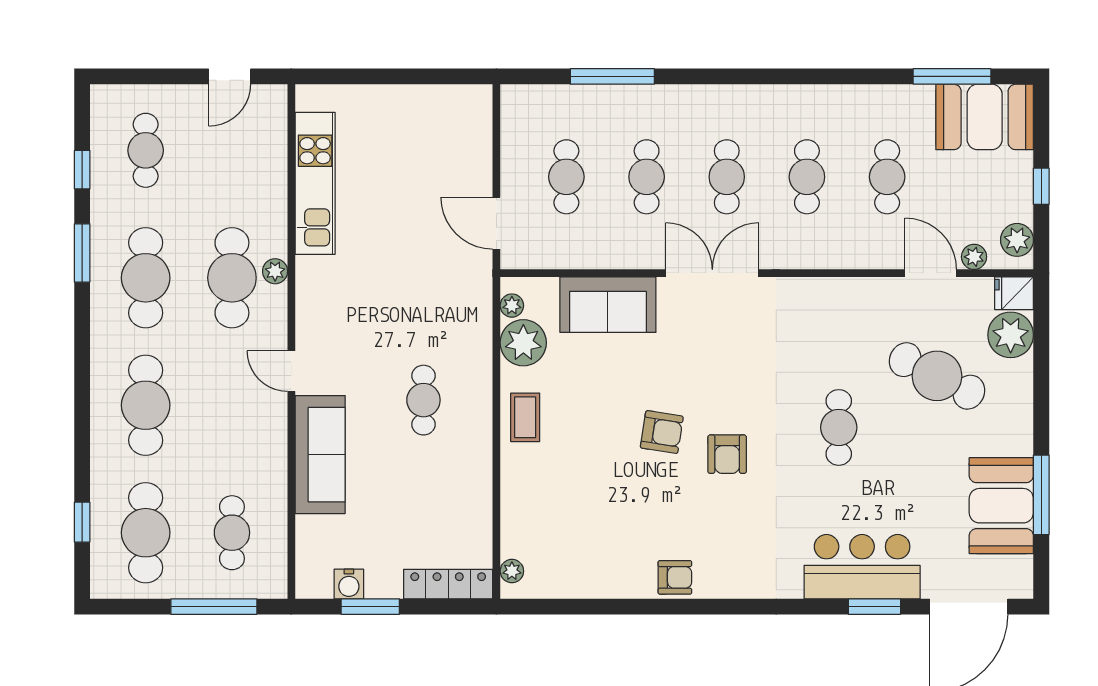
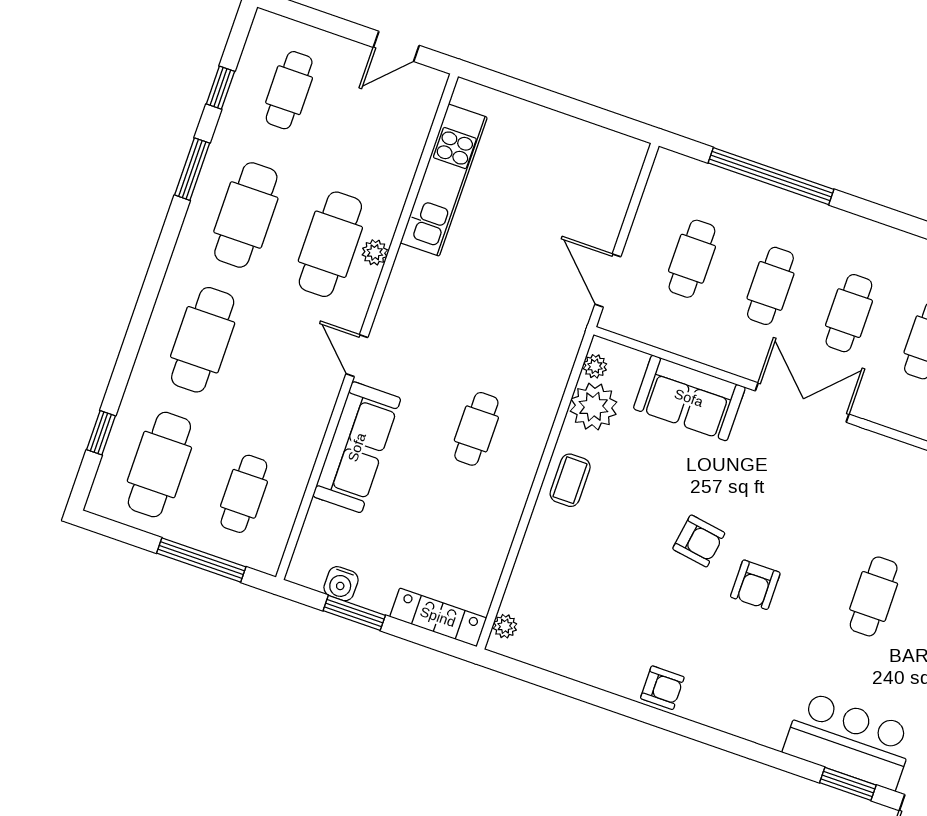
window: (612, 76) -> (771, 176), width x1.46

